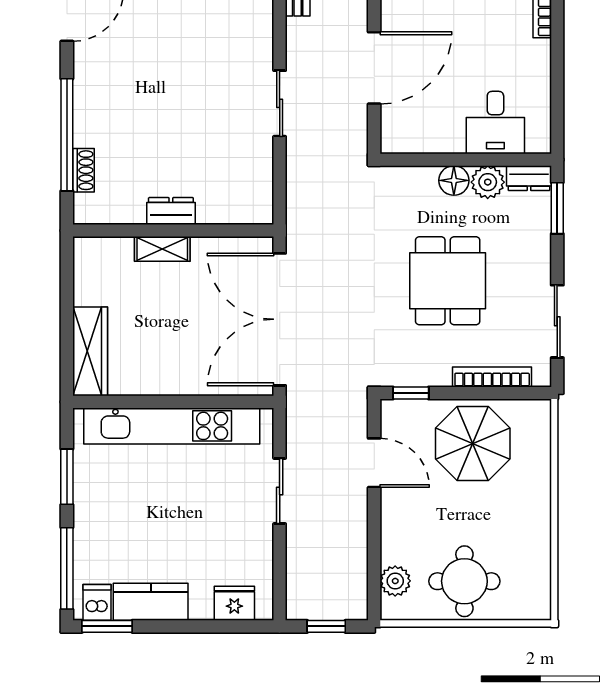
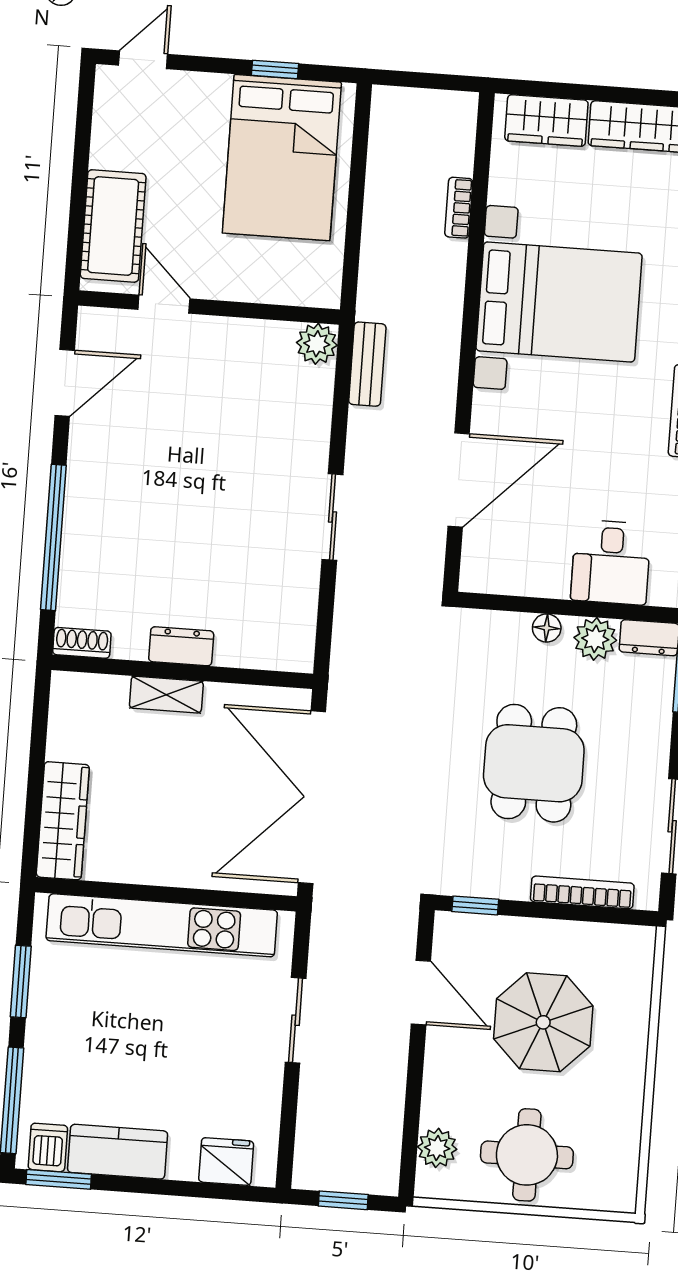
shoe rack: (83, 170) -> (82, 643), moved, turned -90
floor lamp: (454, 180) -> (547, 628), width x0.73, depth x0.73
parasol: (473, 443) -> (543, 1022), moved

